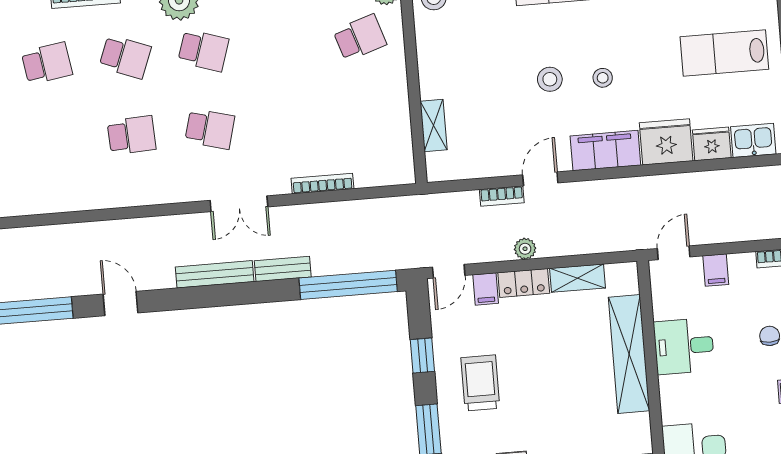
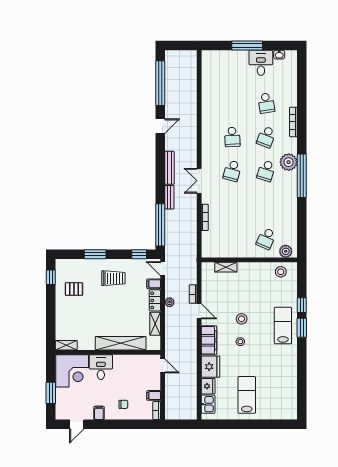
school desk: (360, 38) -> (266, 239), turned 42
filing cabinet: (716, 270) -> (154, 395), moved
desk: (684, 346) -> (101, 367), moved
window: (422, 356) -> (139, 254), moved

